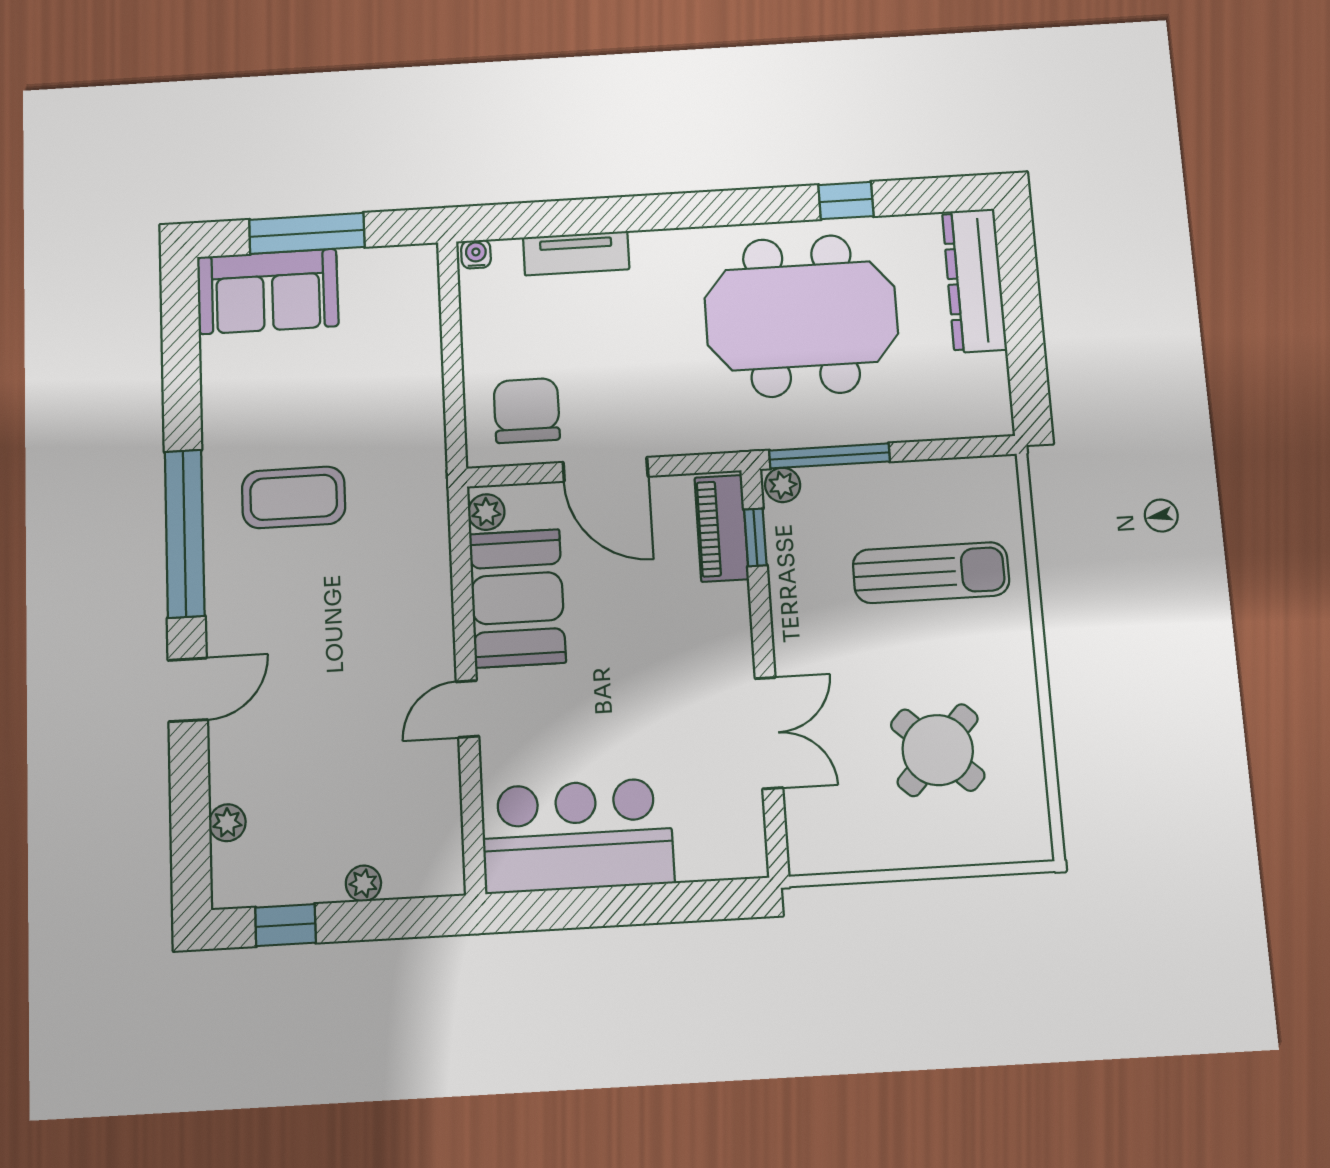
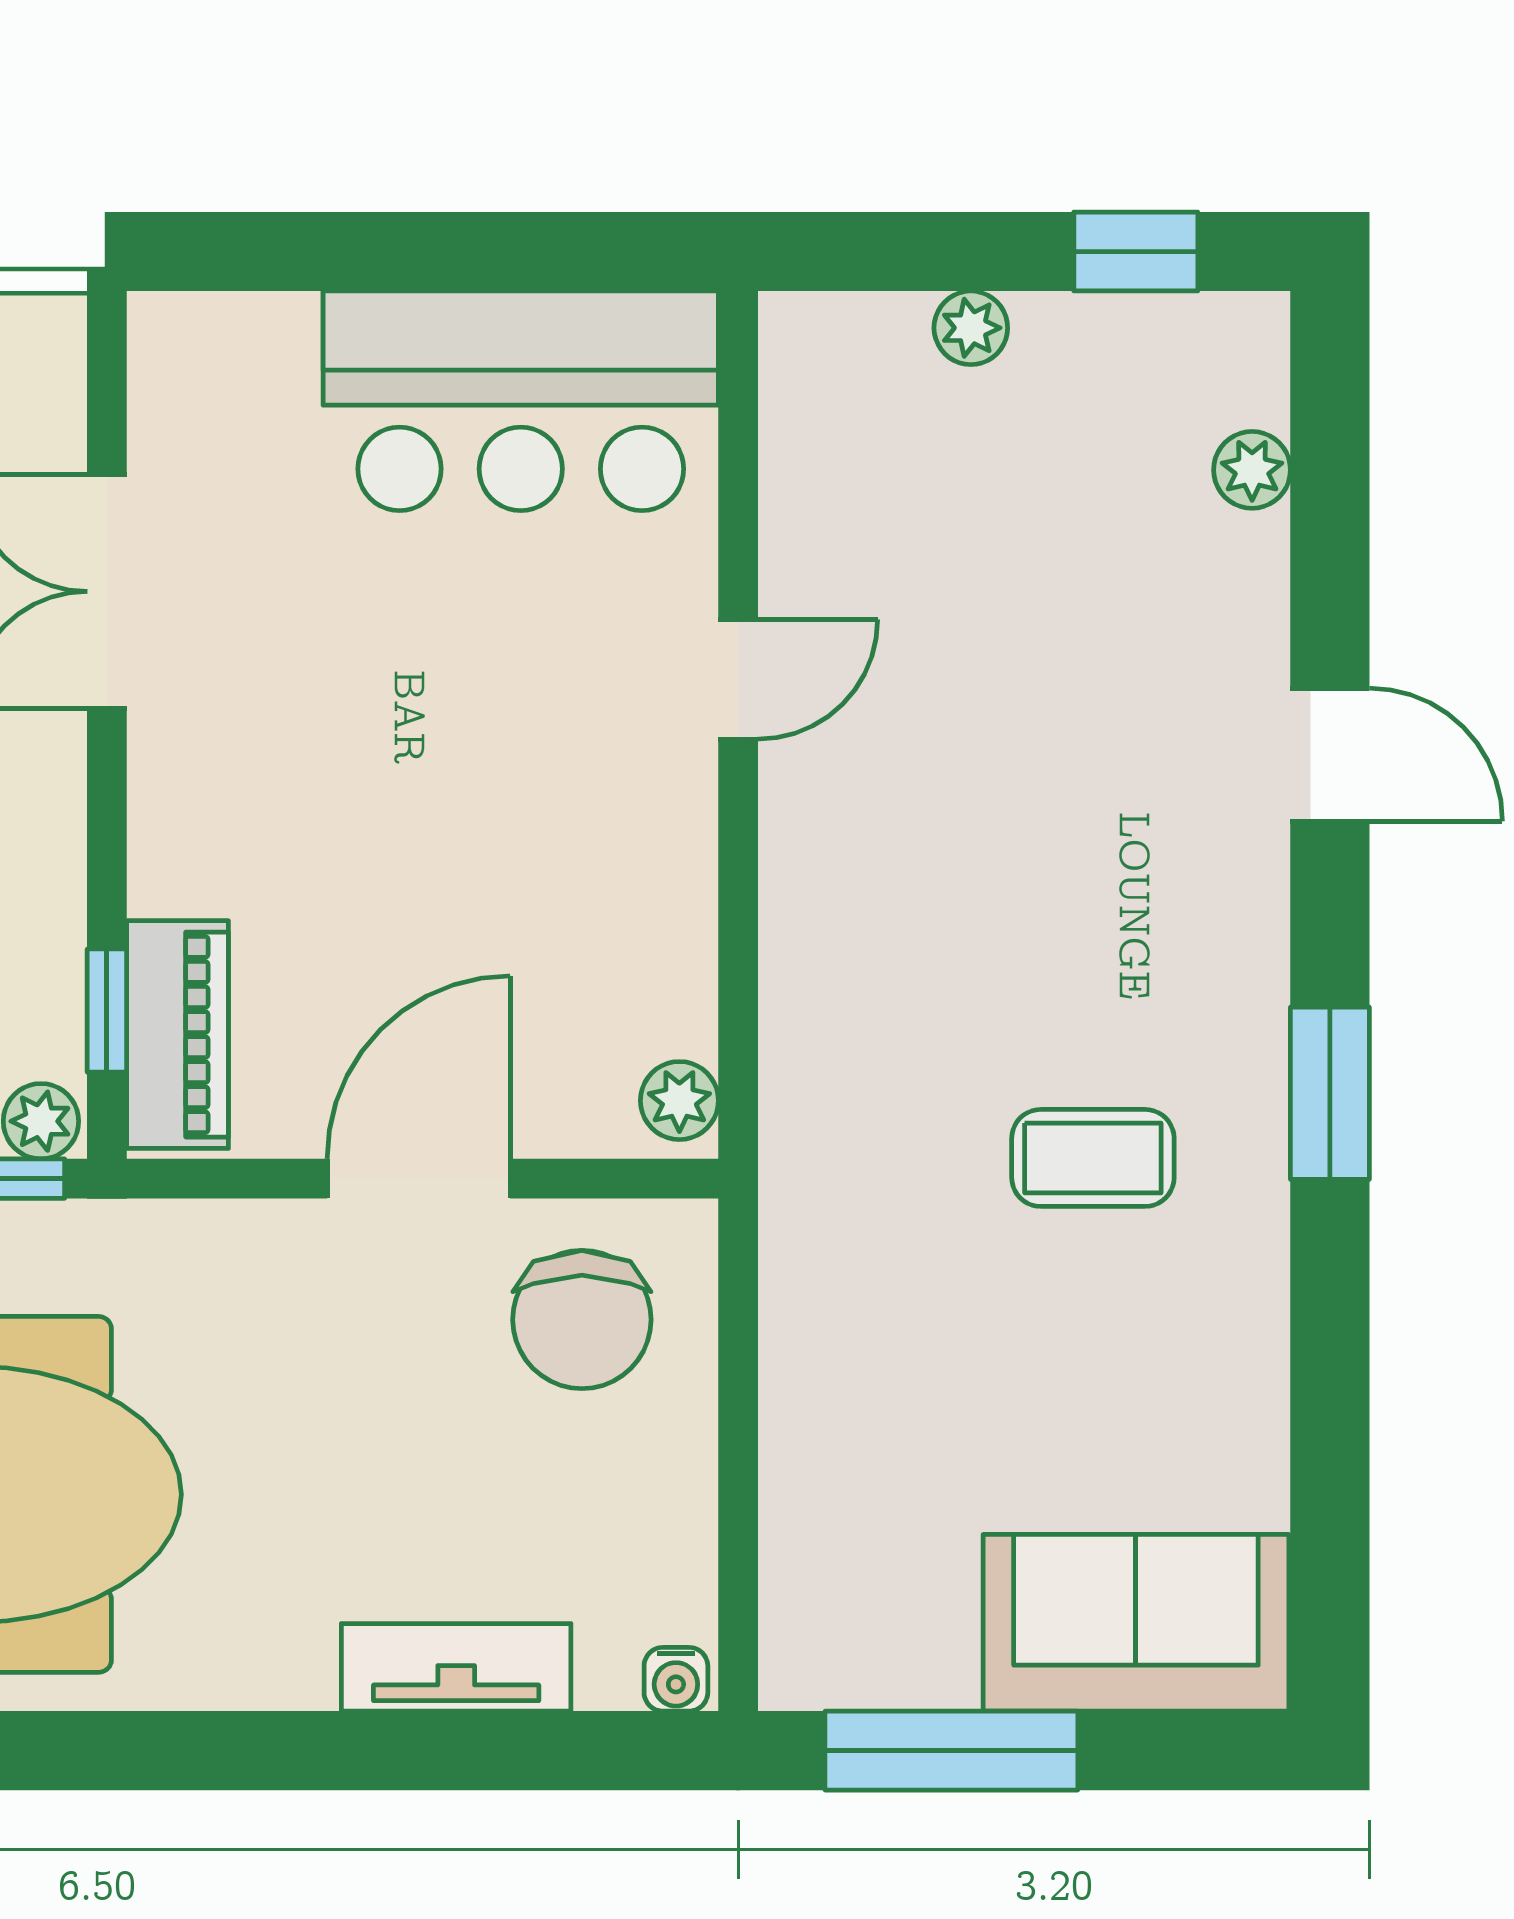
window: (307, 233) -> (951, 1751), moved
door: (606, 469) -> (419, 1179), hinge flipped
coffee table: (294, 497) -> (1093, 1158), width x0.73, depth x0.77
window: (185, 533) -> (1330, 1093), width x0.47
booth: (517, 598) -> (622, 909), removed
door: (188, 690) -> (1330, 755), swing flipped

